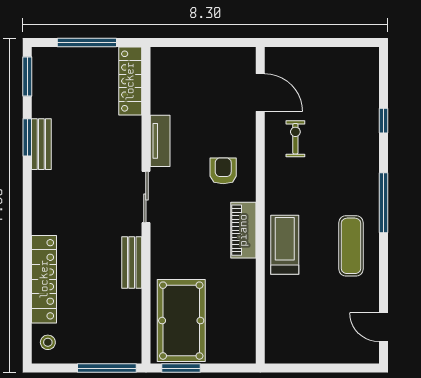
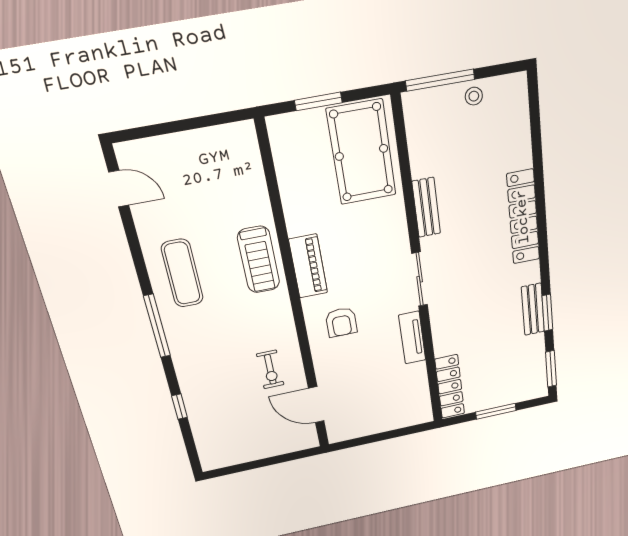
window: (87, 43) -> (496, 411), width x0.69
locker: (44, 279) -> (523, 217), moved
stool: (48, 342) -> (474, 96), moved
window: (181, 368) -> (318, 101), moved

